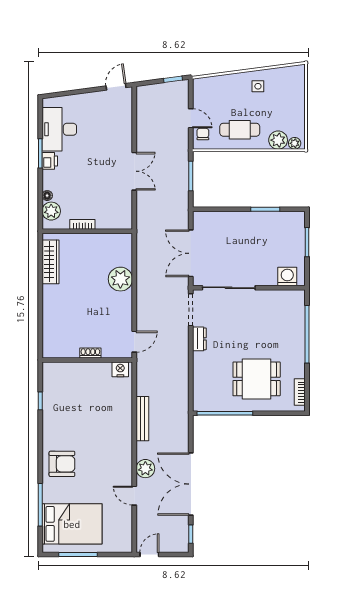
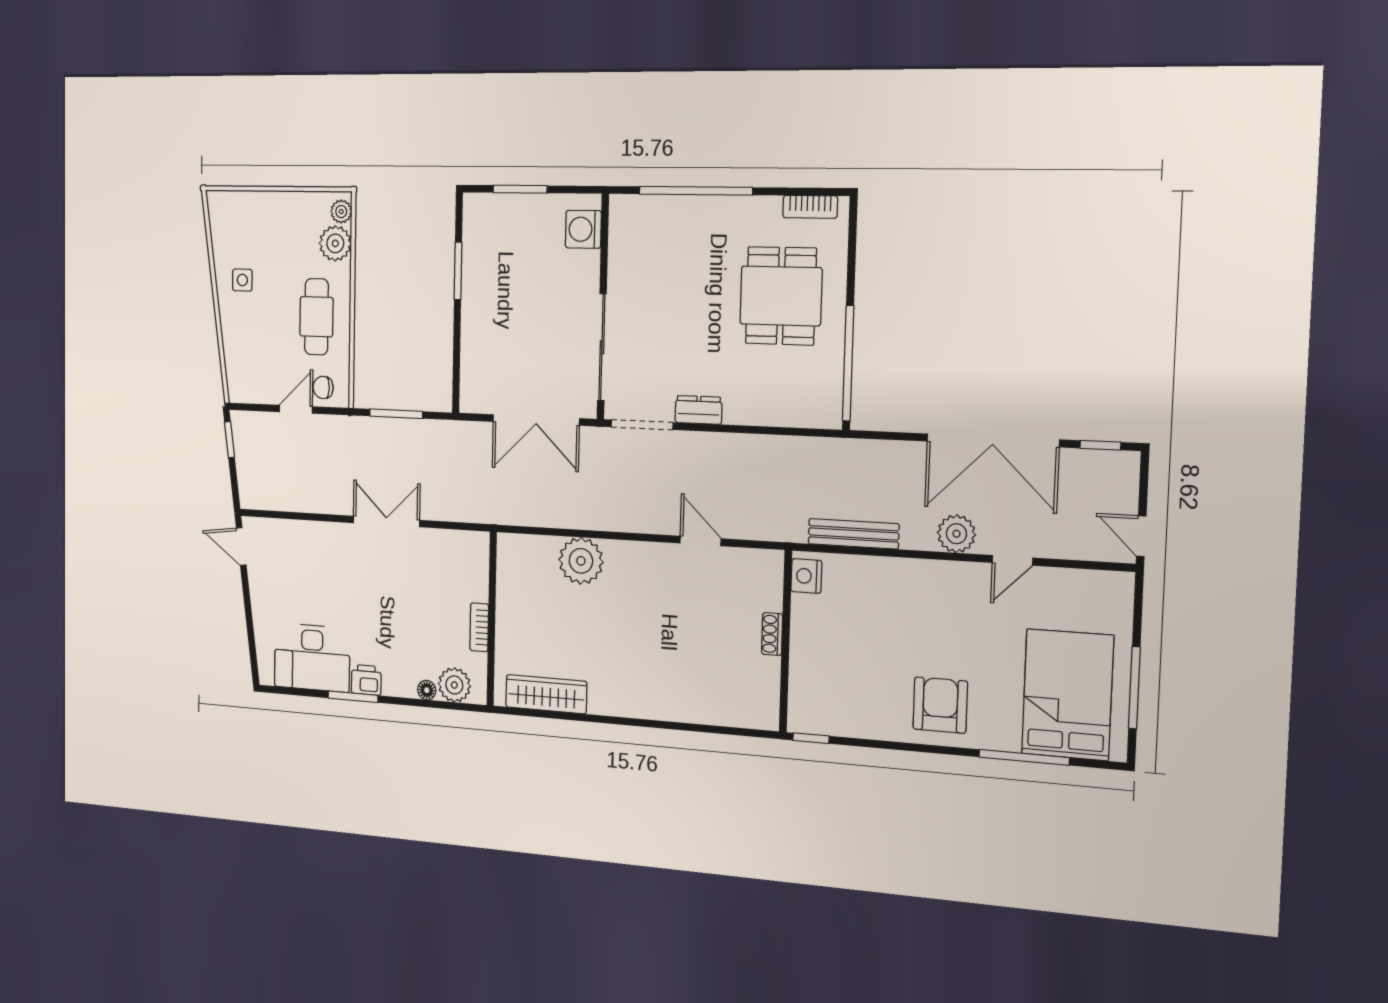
shoe rack: (90, 353) -> (772, 634), moved
wall: (87, 360) -> (786, 641), moved
nightstand: (120, 369) -> (806, 576), moved

